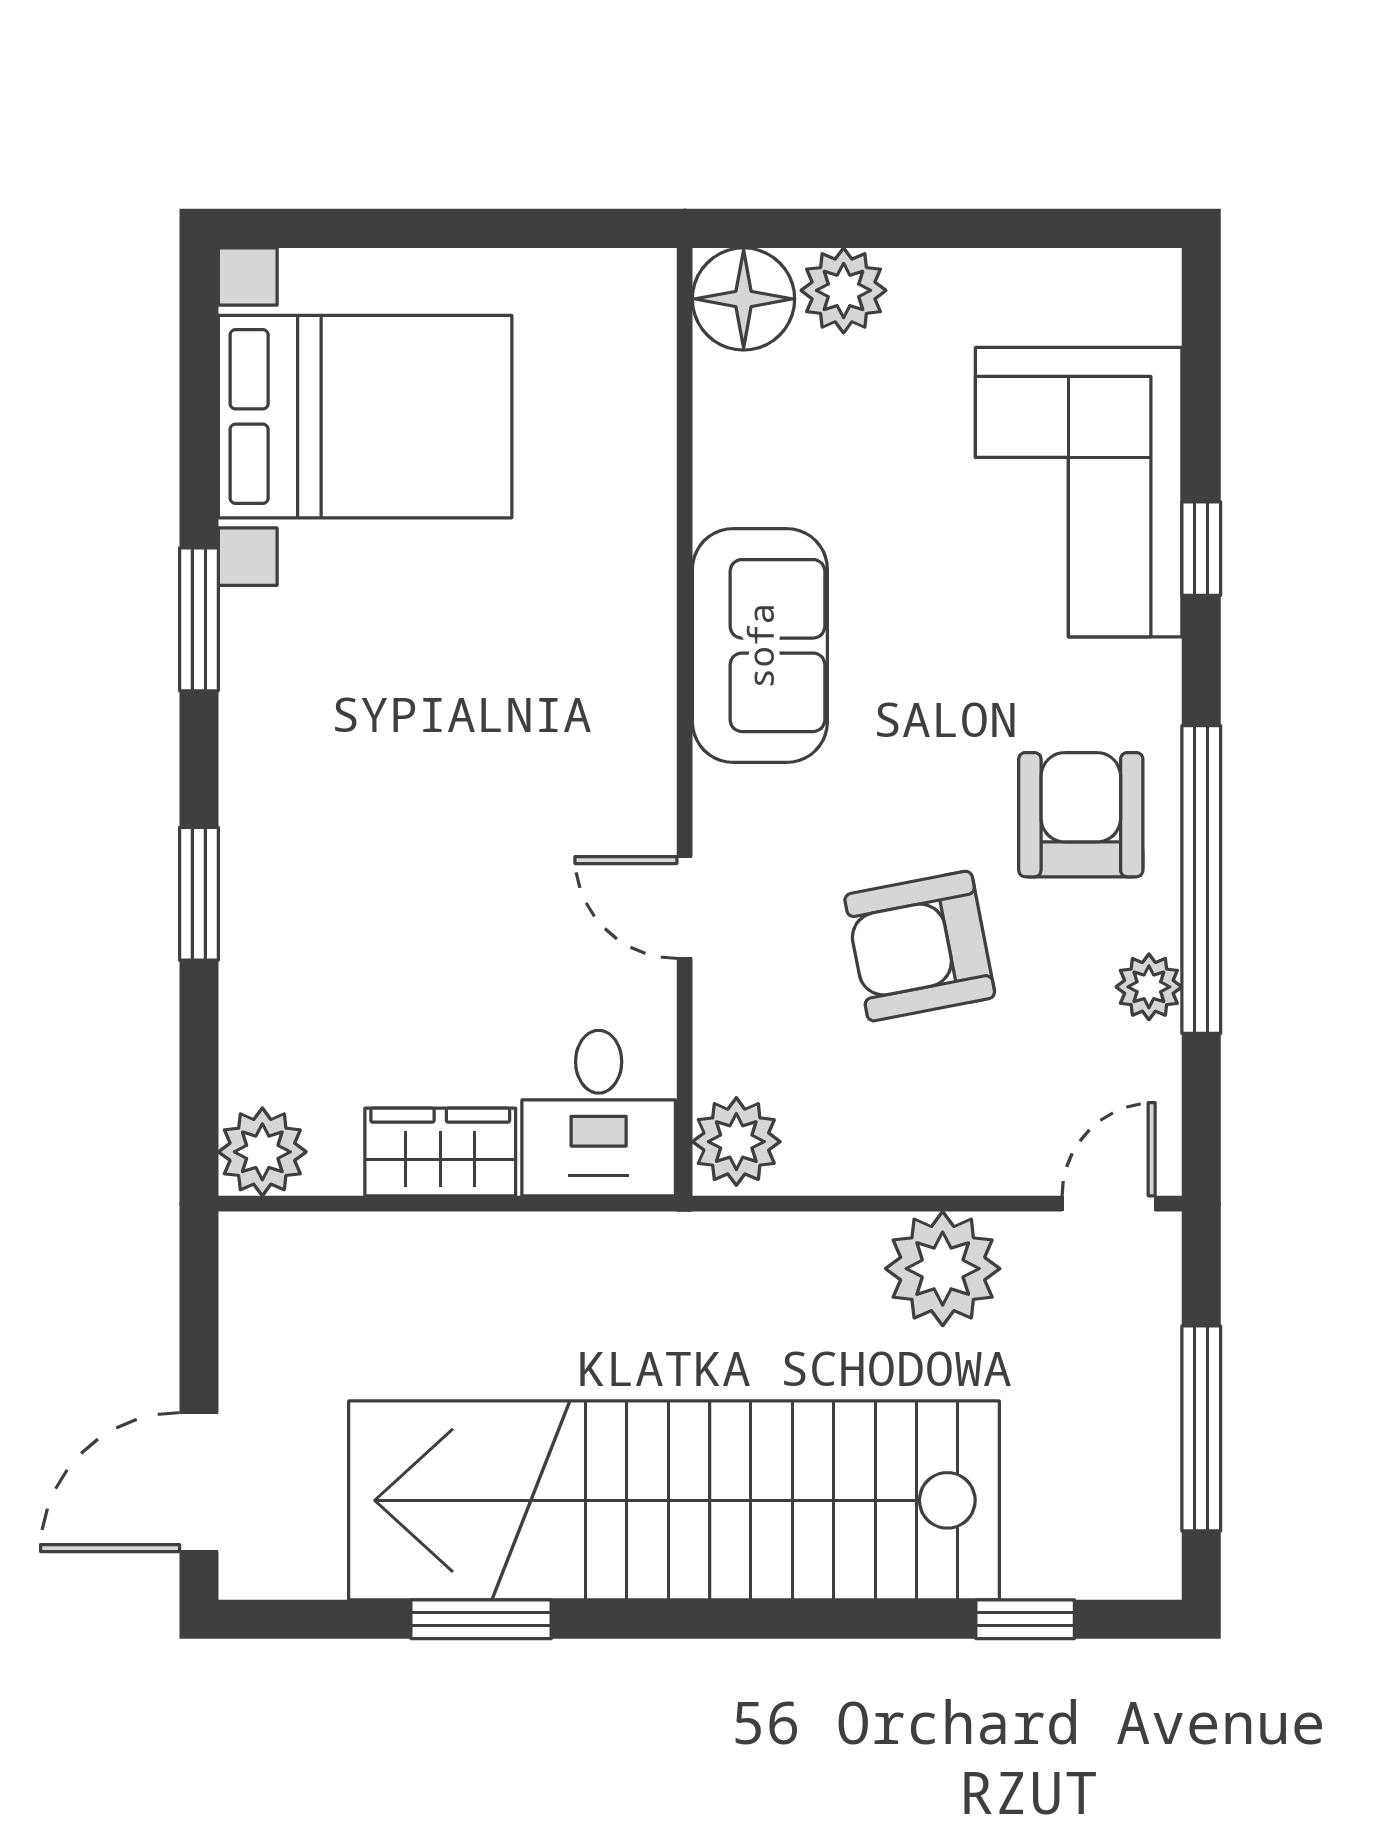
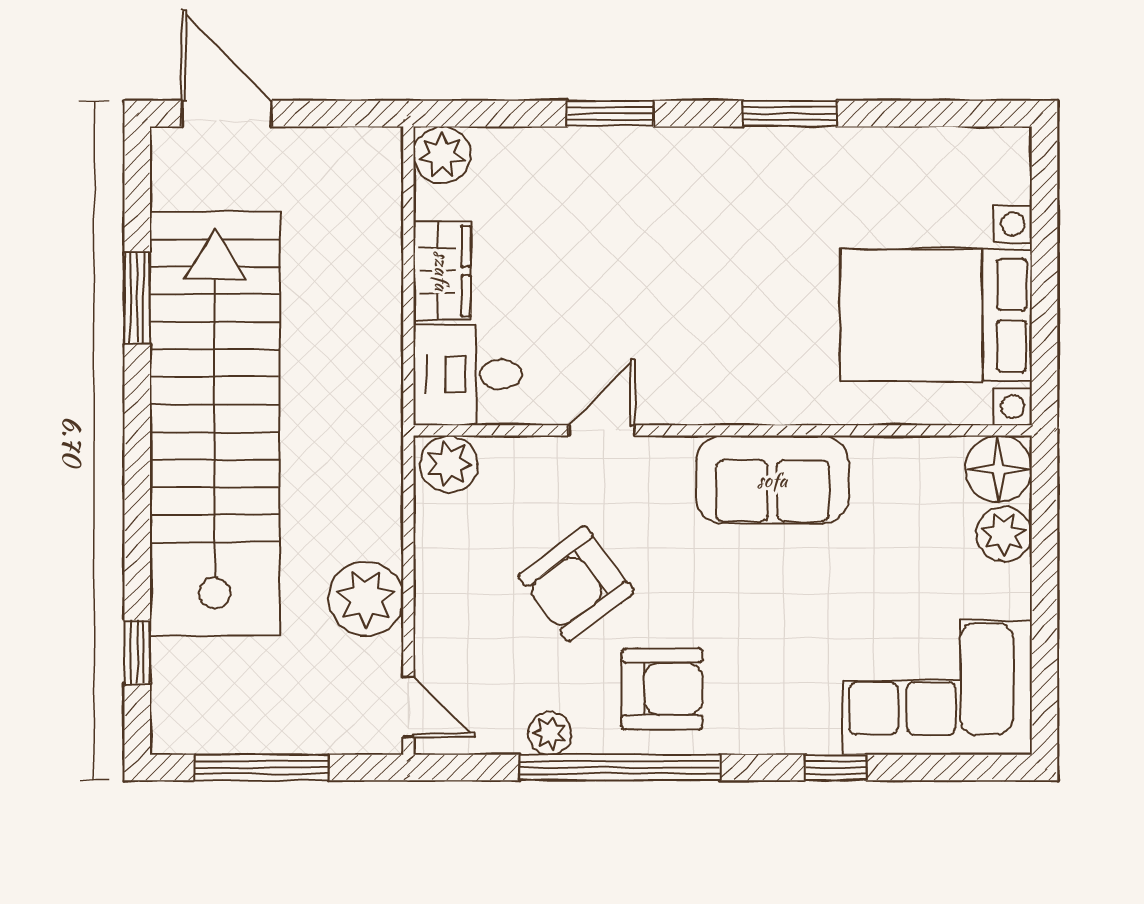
bed with nightstands: (365, 417) -> (936, 315), moved, turned 90
corner sofa: (1079, 492) -> (937, 687), moved
armchair: (920, 946) -> (576, 584), turned -116

